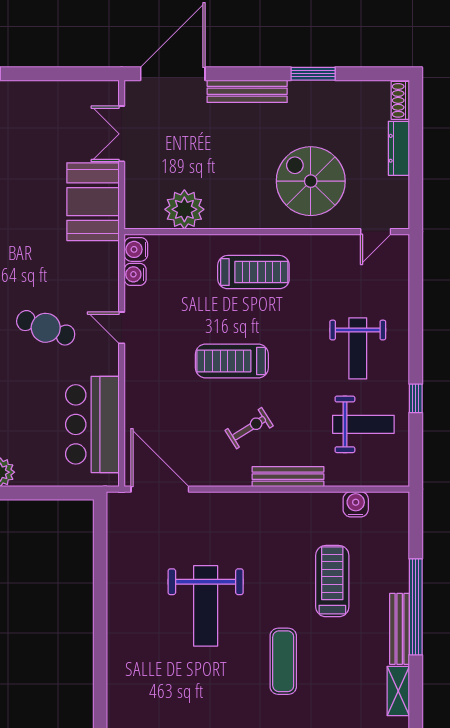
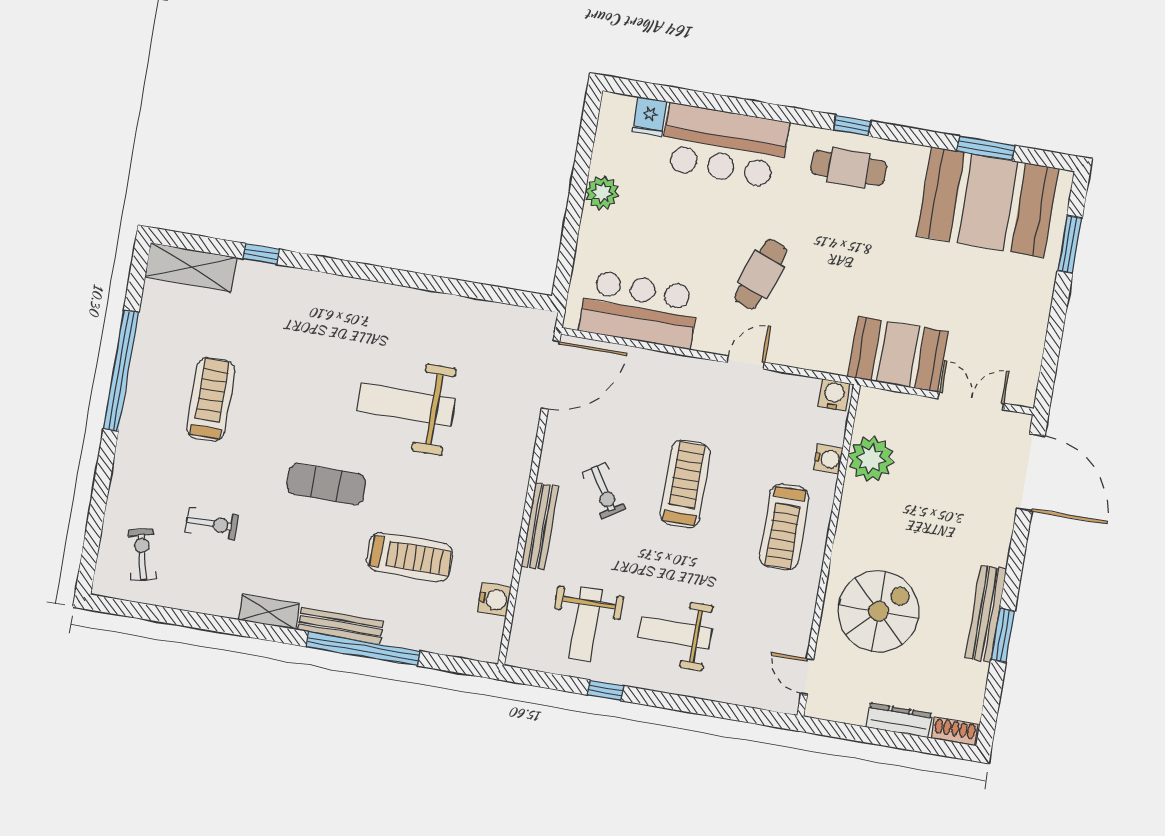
bench: (247, 91) -> (986, 614), moved
water cooler: (135, 274) -> (828, 459), moved, turned 90

